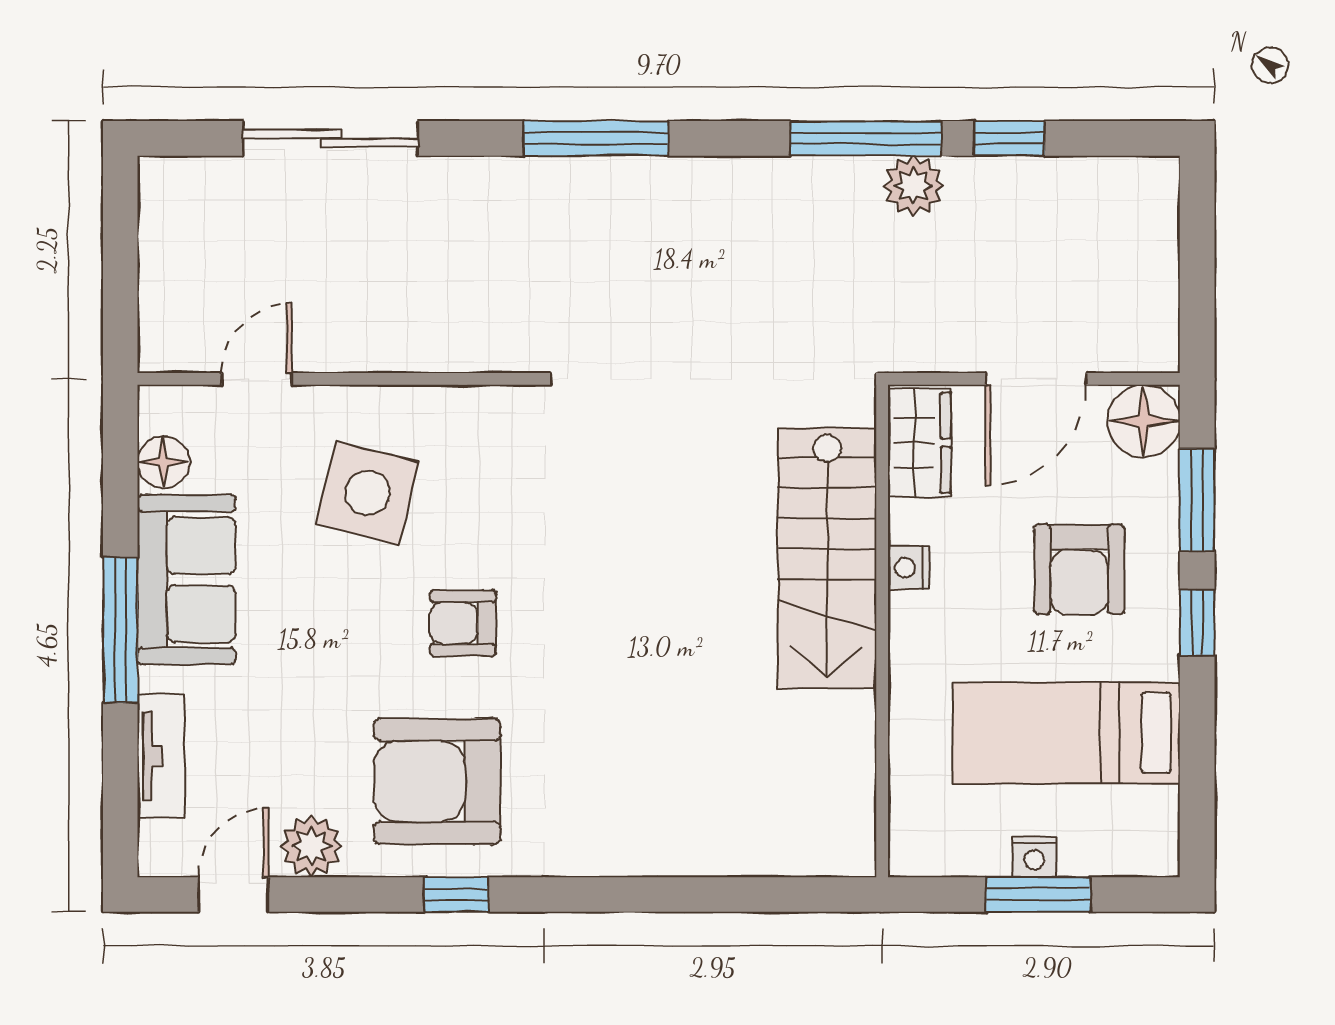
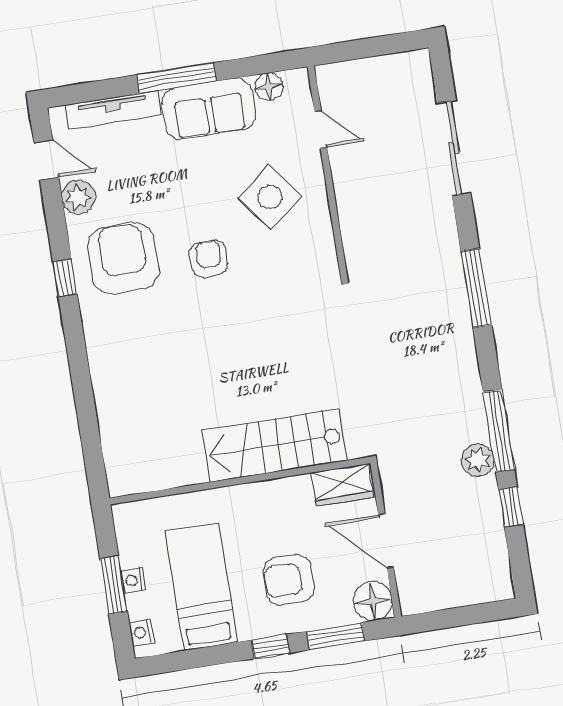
side table: (367, 493) -> (270, 197), turned 37
nightstand: (909, 568) -> (142, 632), moved, turned -90
tv unit: (161, 756) -> (113, 110), width x1.41

